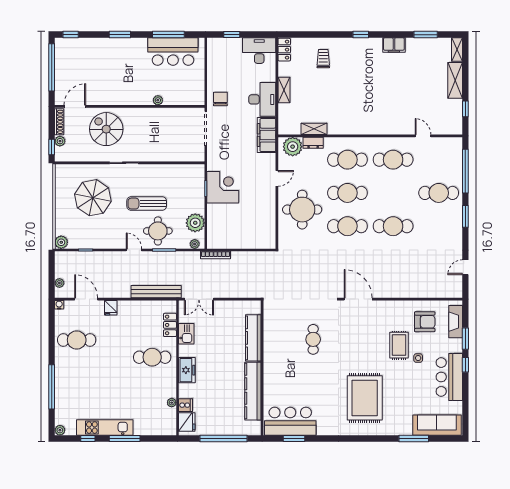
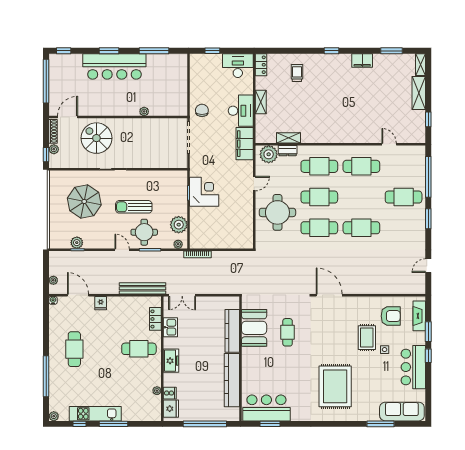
bar counter: (173, 52) -> (114, 66), moved, width x1.36
plant: (61, 242) -> (77, 243), moved
booth: (277, 335) -> (254, 328), added
cafe table: (77, 340) -> (74, 349), moved, turned 90

